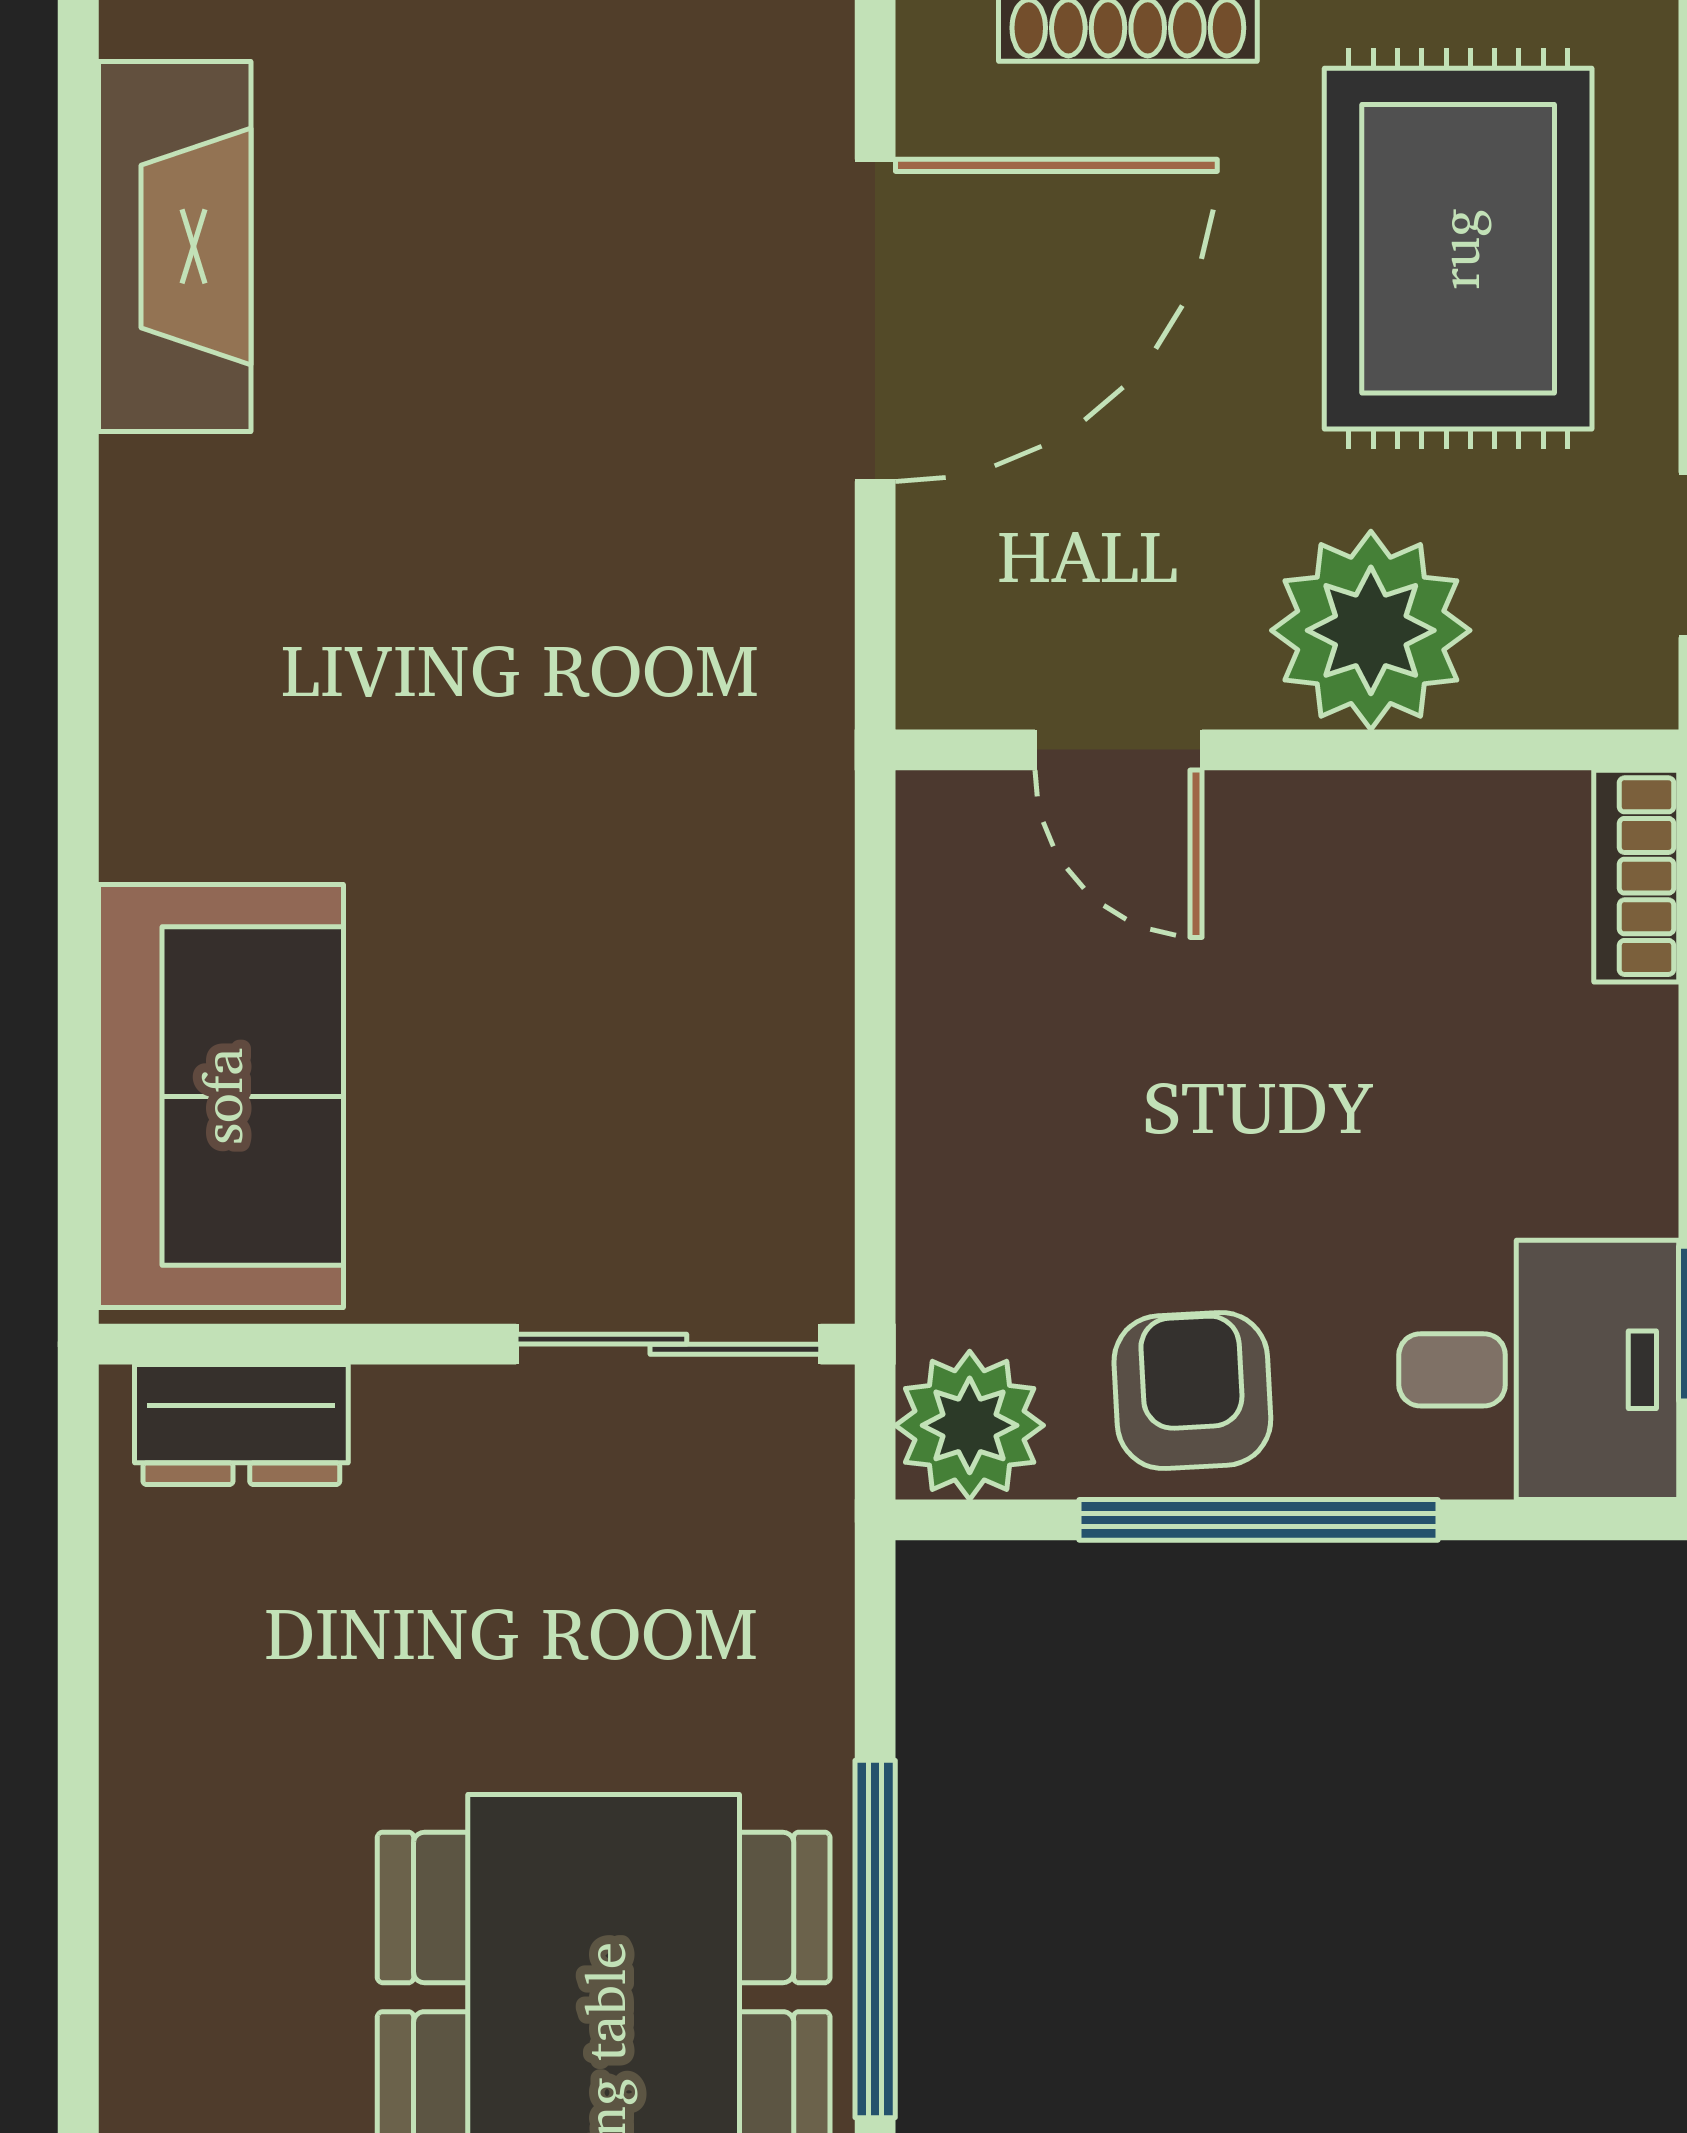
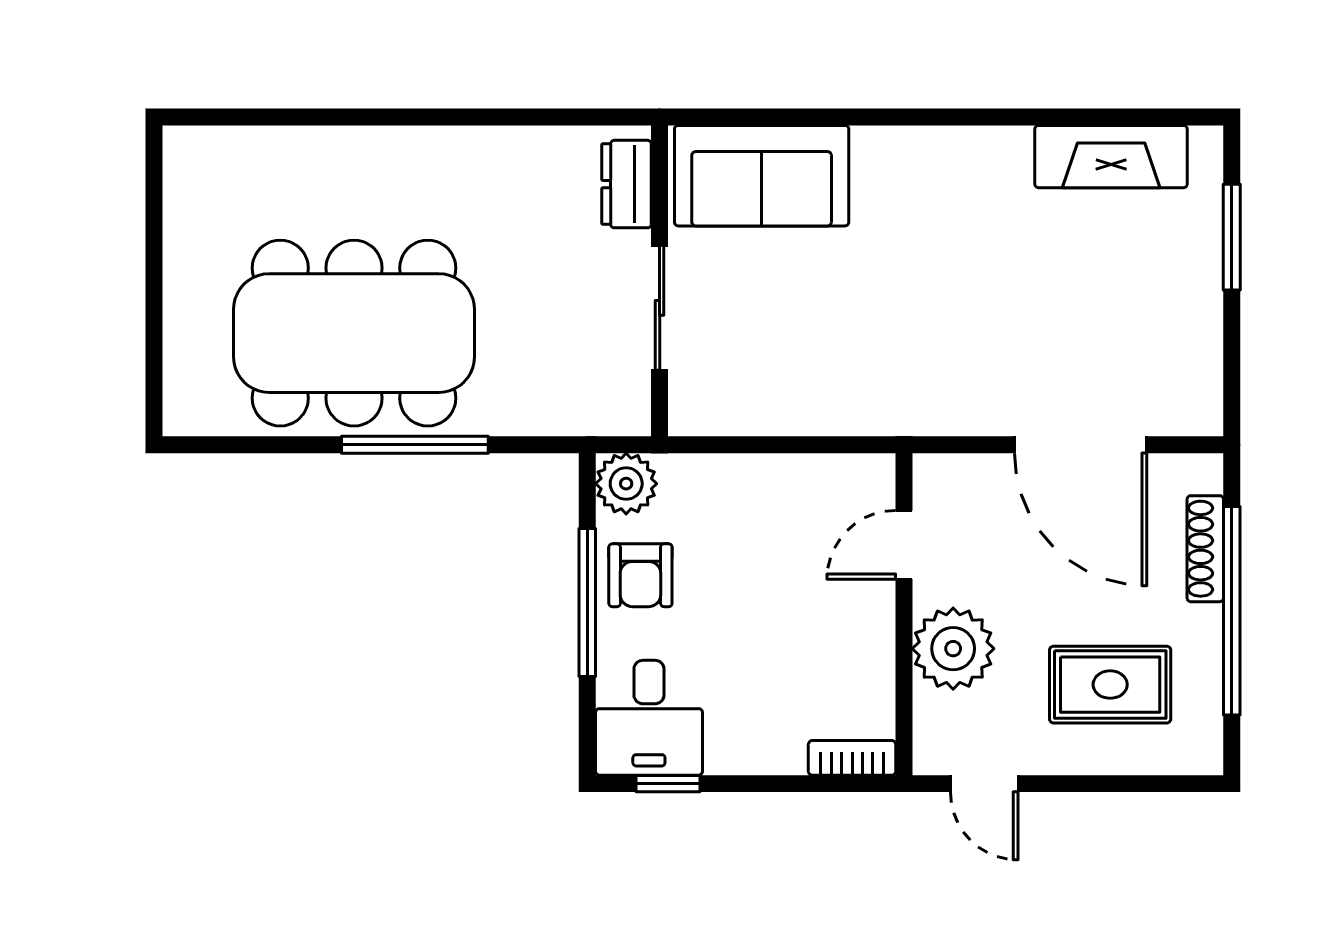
rug: (1458, 249) -> (1110, 685), width x0.73, depth x0.70
sliding door: (668, 1344) -> (660, 308), moved
armchair: (1192, 1391) -> (640, 575), turned 93

